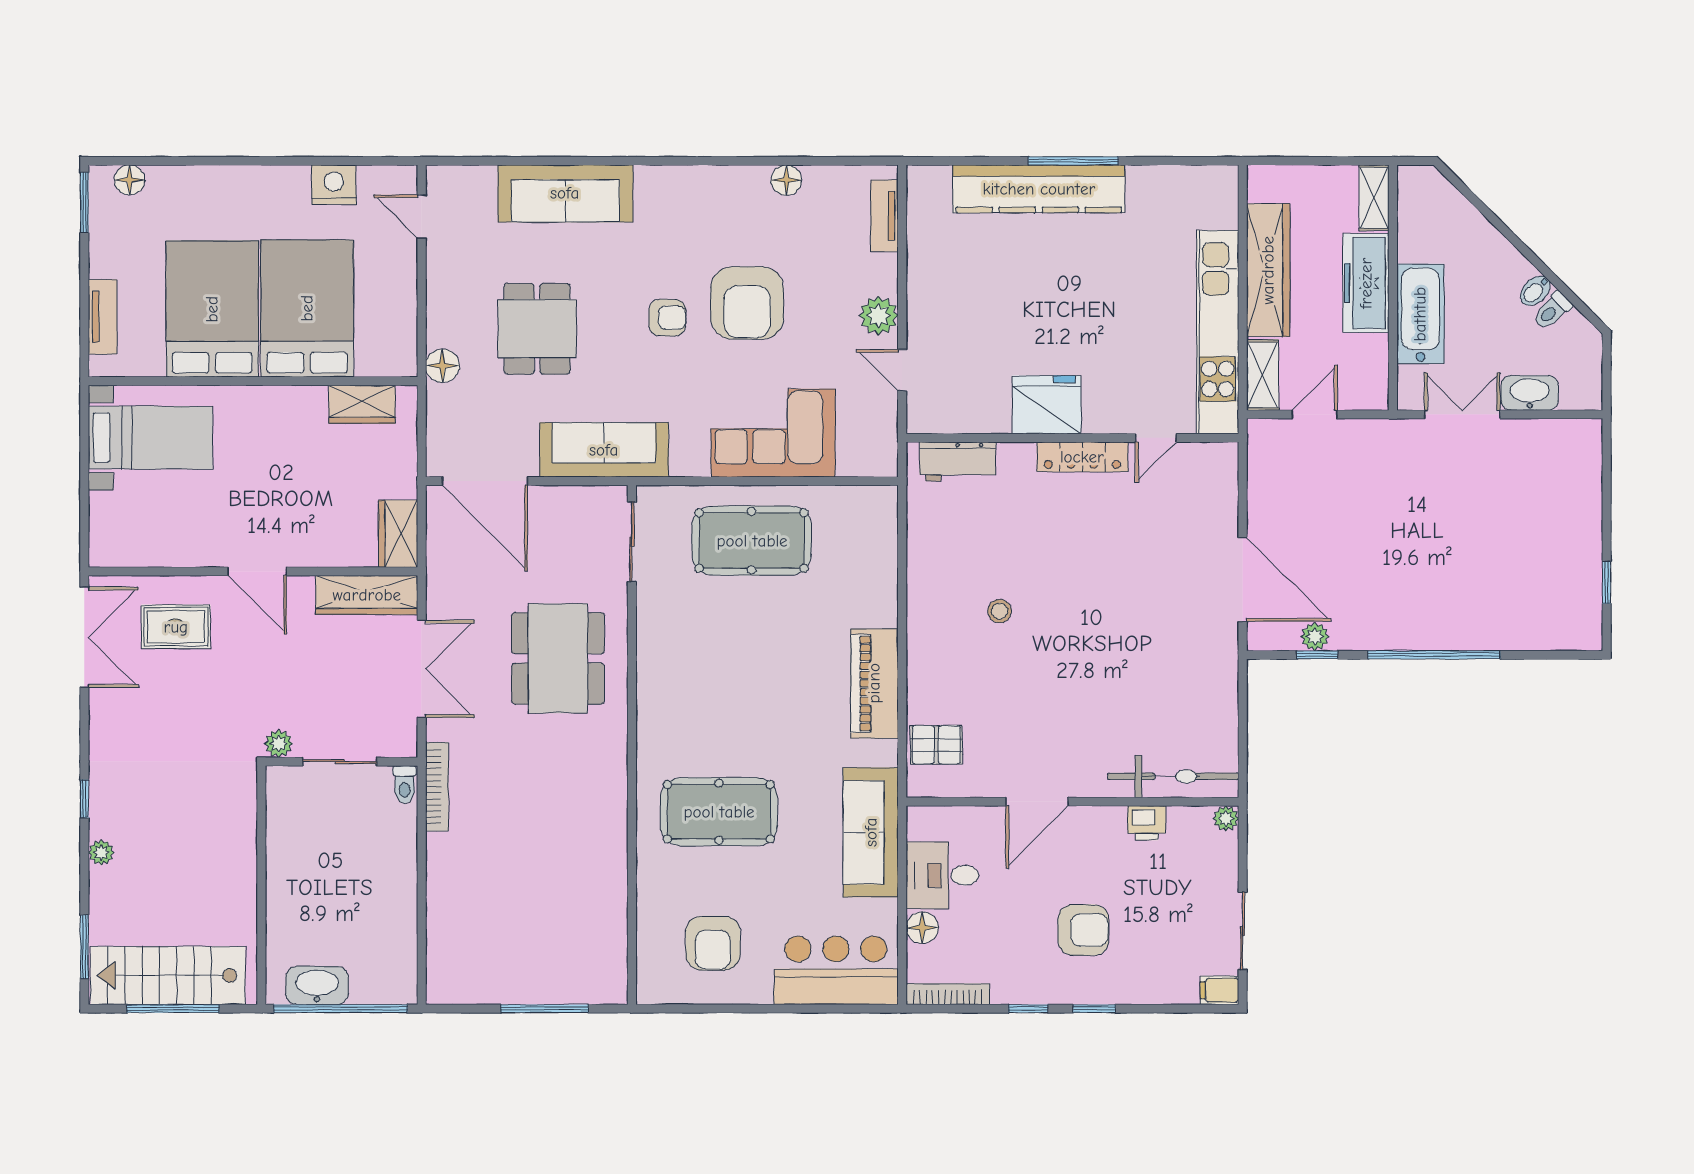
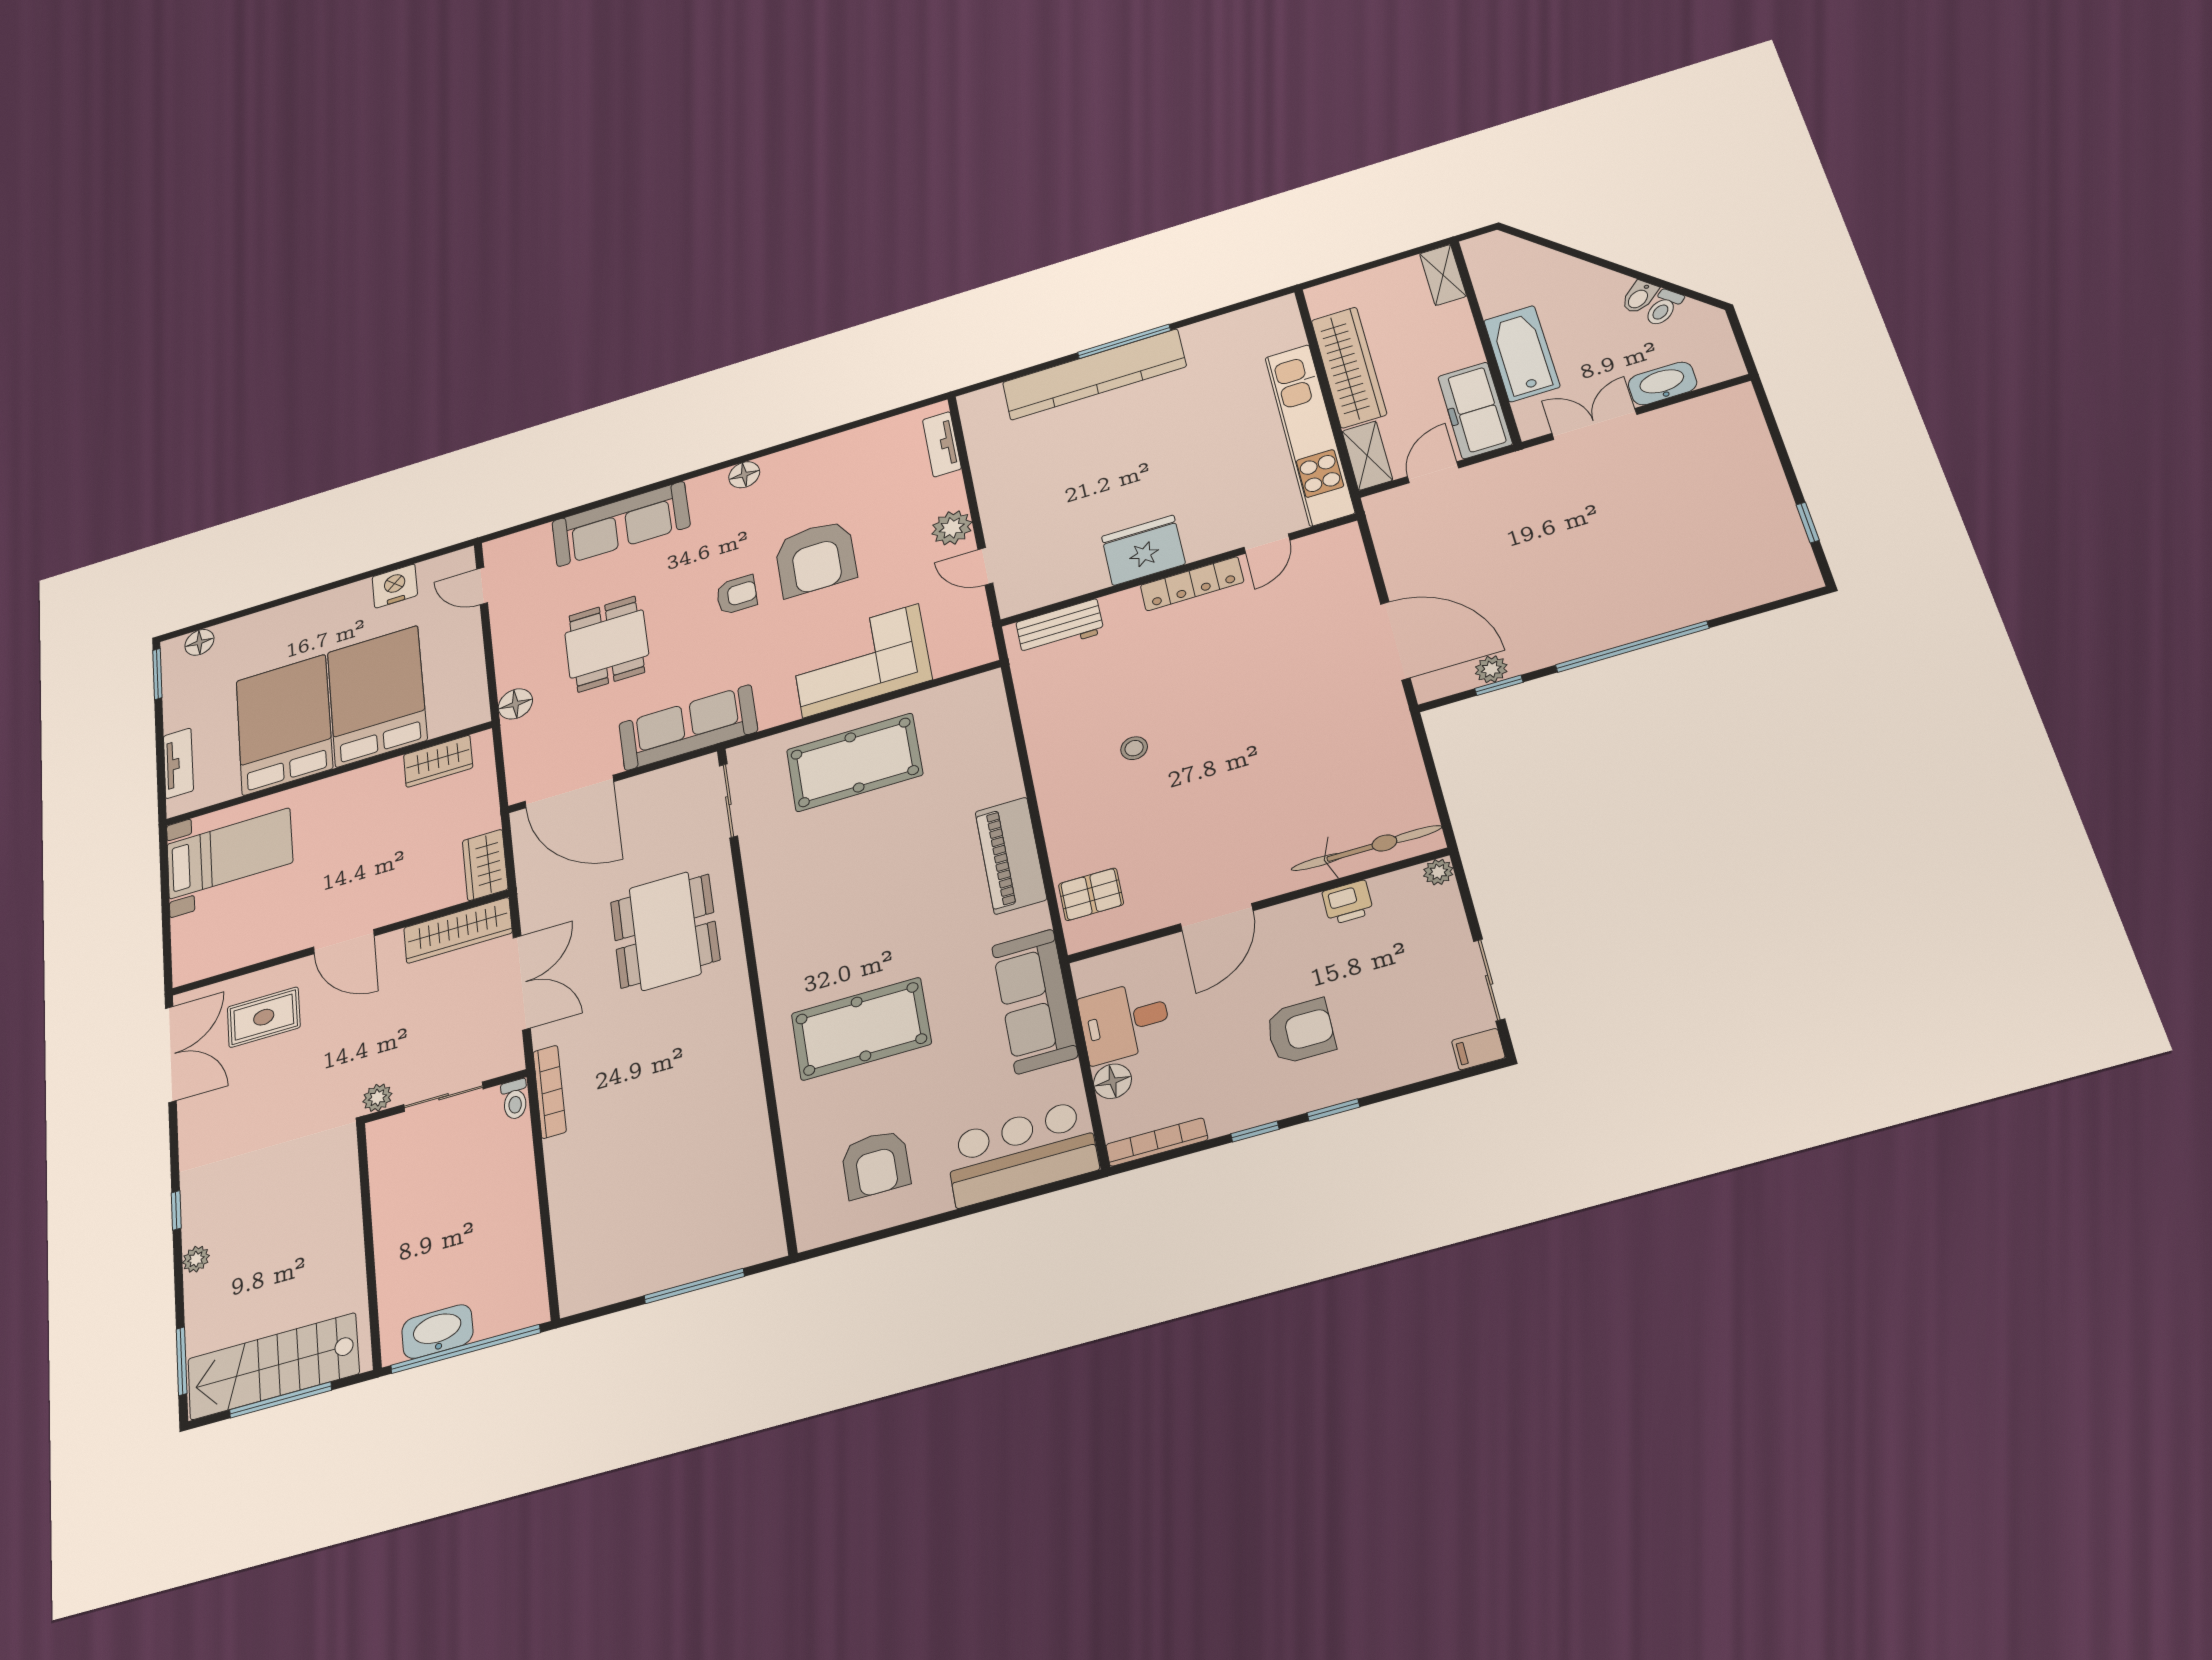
floor lamp: (786, 180) -> (744, 475), moved
freezer: (1366, 283) -> (1475, 410), moved

